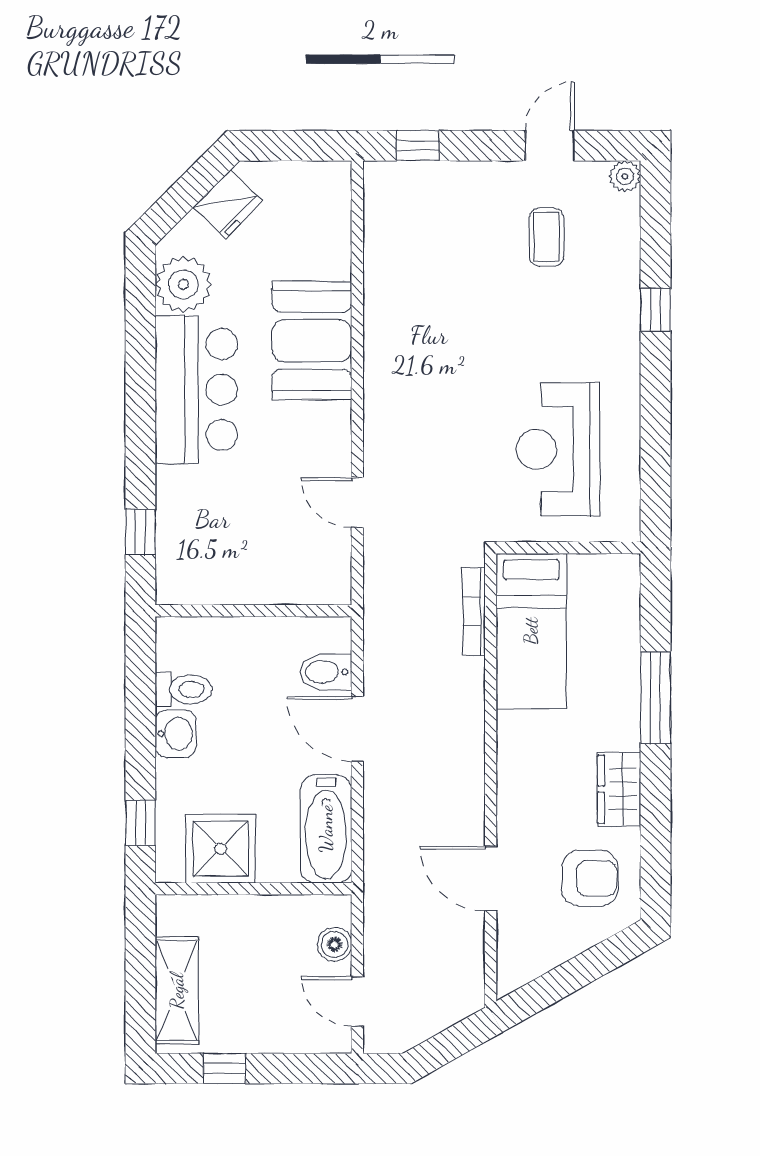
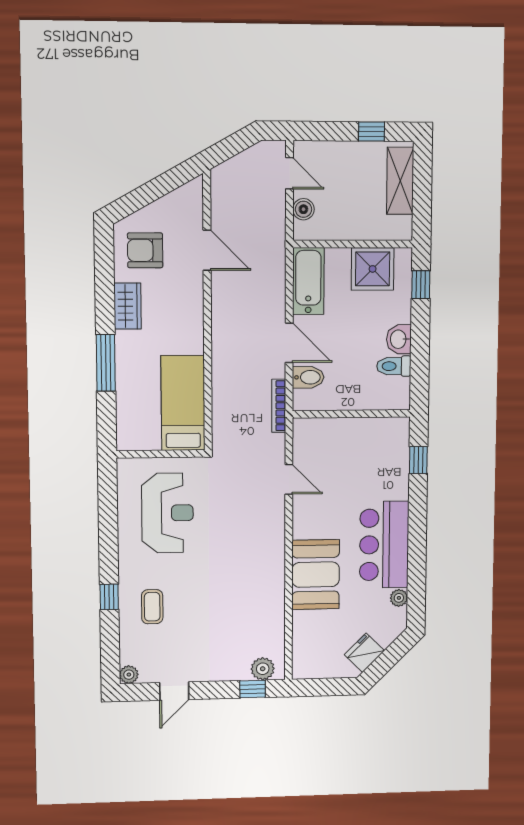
plant: (401, 180) -> (263, 669), added
coffee table: (546, 237) -> (152, 607), moved
plant: (183, 284) -> (399, 598), width x0.53, depth x0.53
bookcase: (474, 612) -> (279, 406), moved, turned 180

